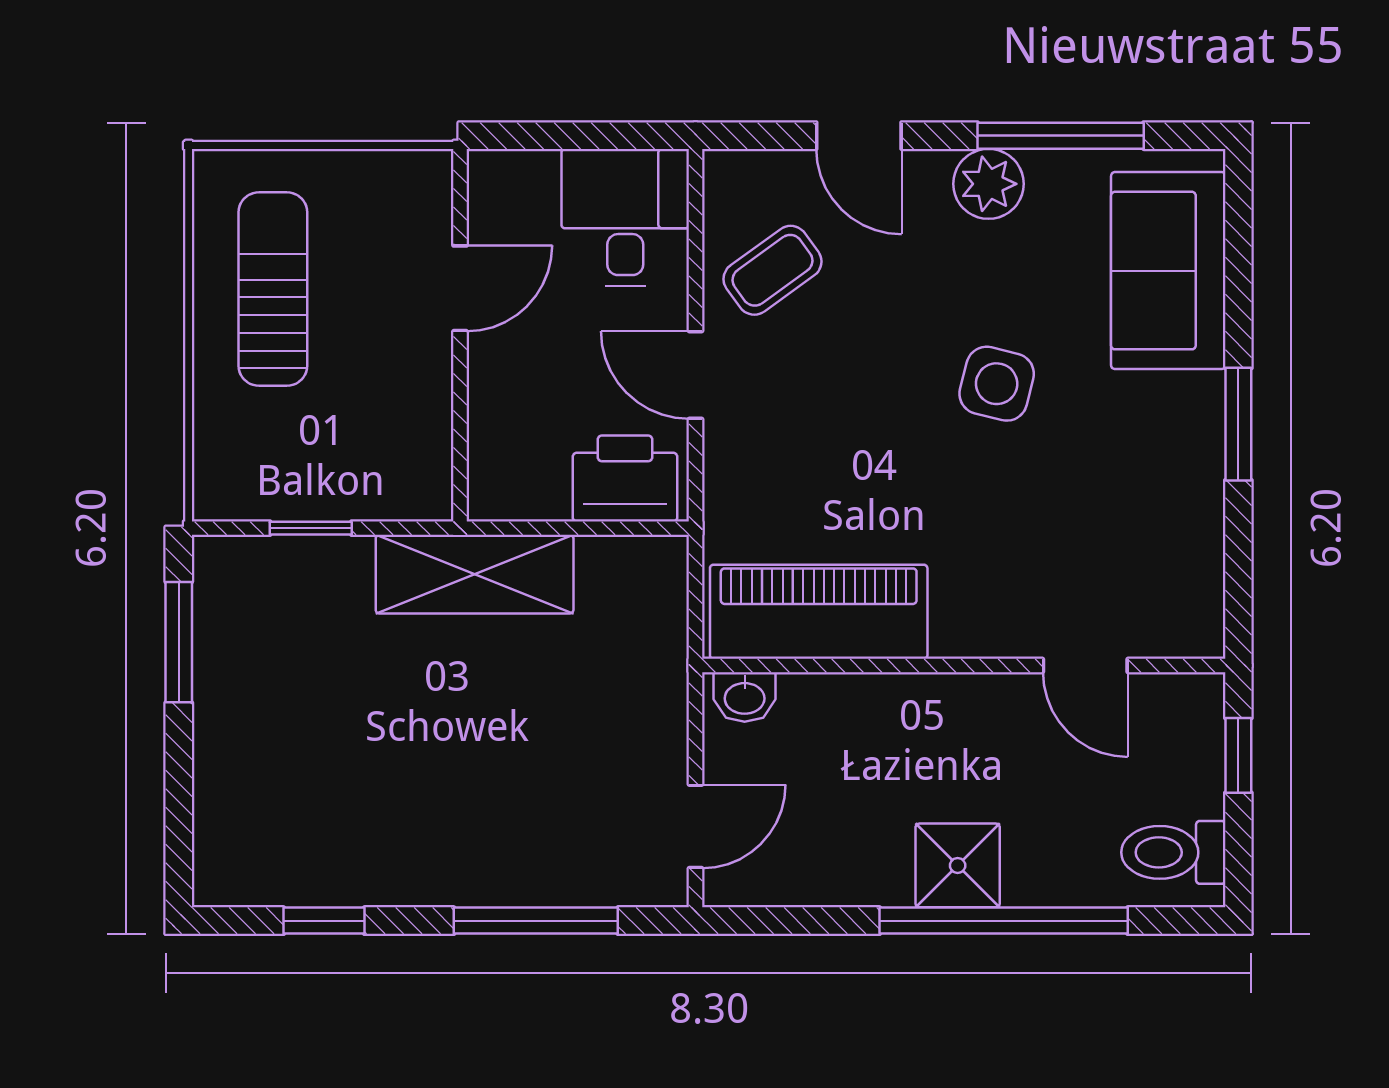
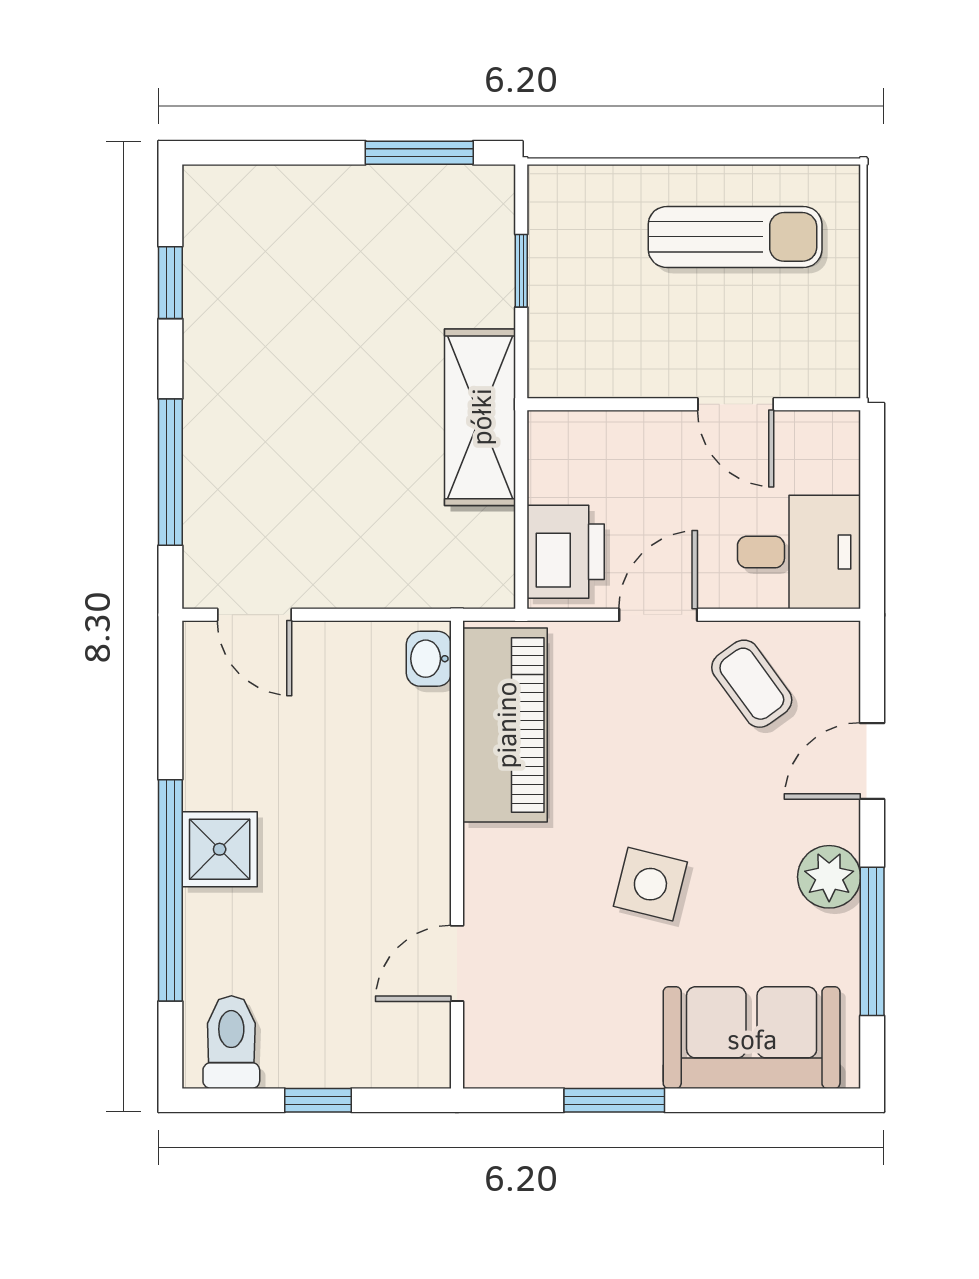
piano: (819, 612) -> (505, 725), moved
wall: (964, 665) -> (457, 855), moved
door: (1085, 665) -> (457, 963), moved
washbasin: (745, 697) -> (429, 659), moved

